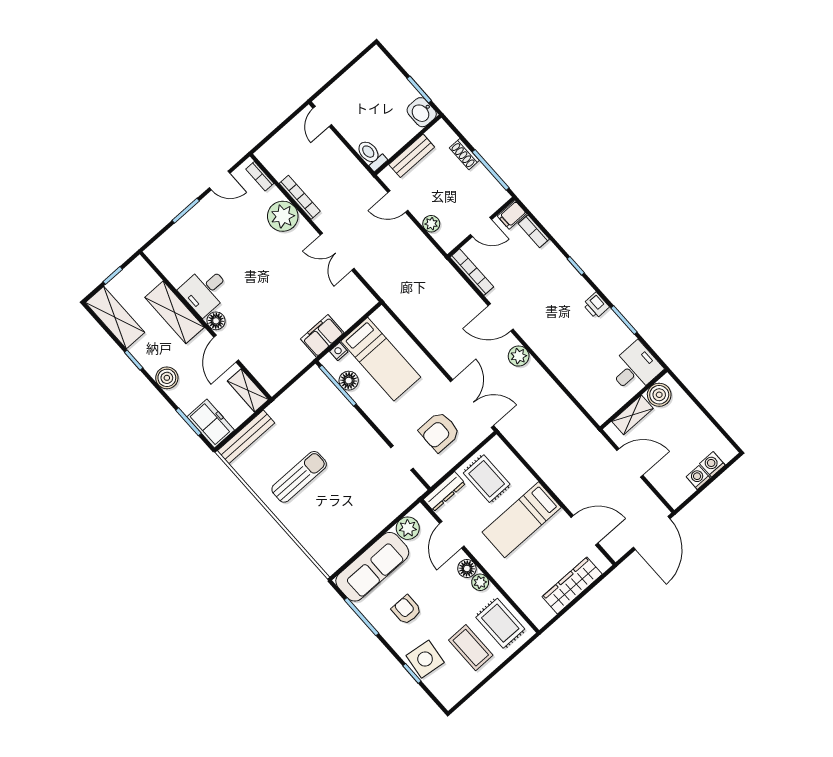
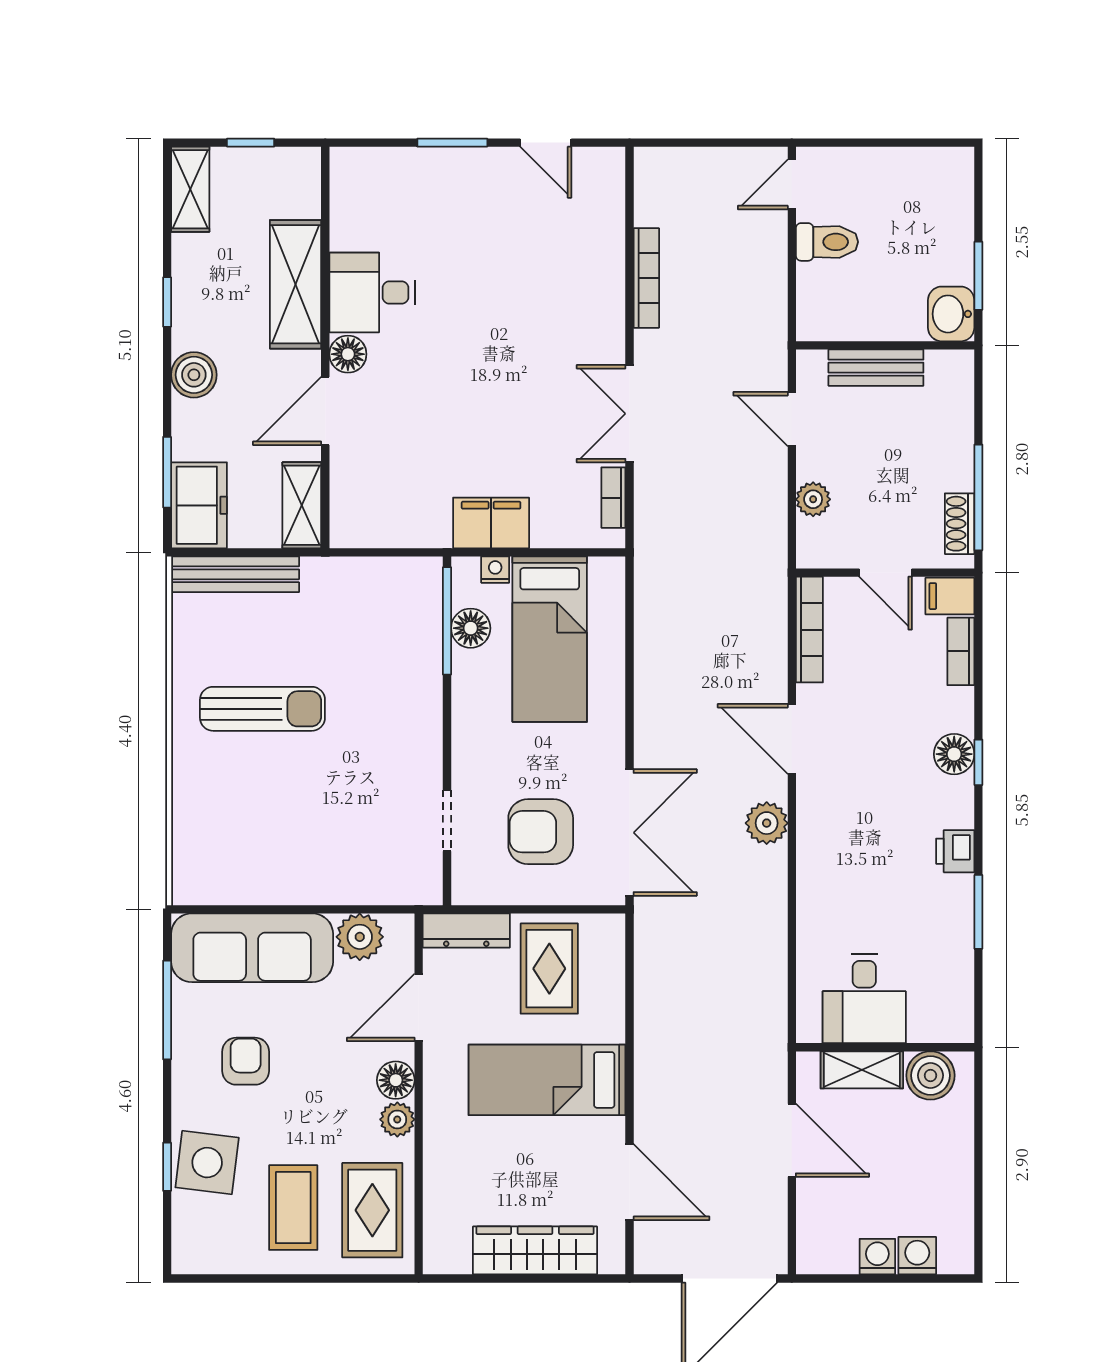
shoe rack: (464, 154) -> (960, 524), moved
toilet: (371, 155) -> (827, 242), moved, turned 90
bookcase: (260, 176) -> (613, 498), moved
plant: (283, 216) -> (594, 284), removed
floor lamp: (564, 271) -> (954, 754), added
shelving: (115, 317) -> (190, 189), width x0.67, depth x0.75
desk: (635, 368) -> (864, 998), moved, turned 90

